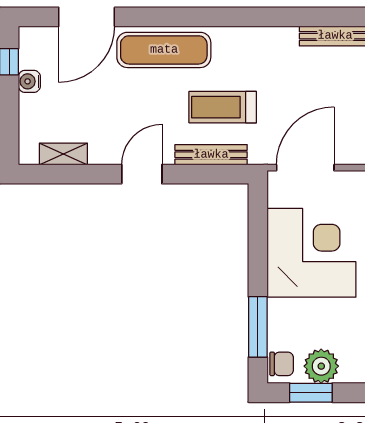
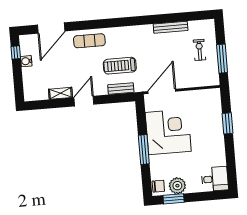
exercise mat: (164, 50) -> (89, 41), width x0.73, depth x0.69
shelving: (63, 154) -> (60, 93), moved
bench: (211, 155) -> (121, 89), width x0.73
window: (258, 327) -> (144, 150), moved

